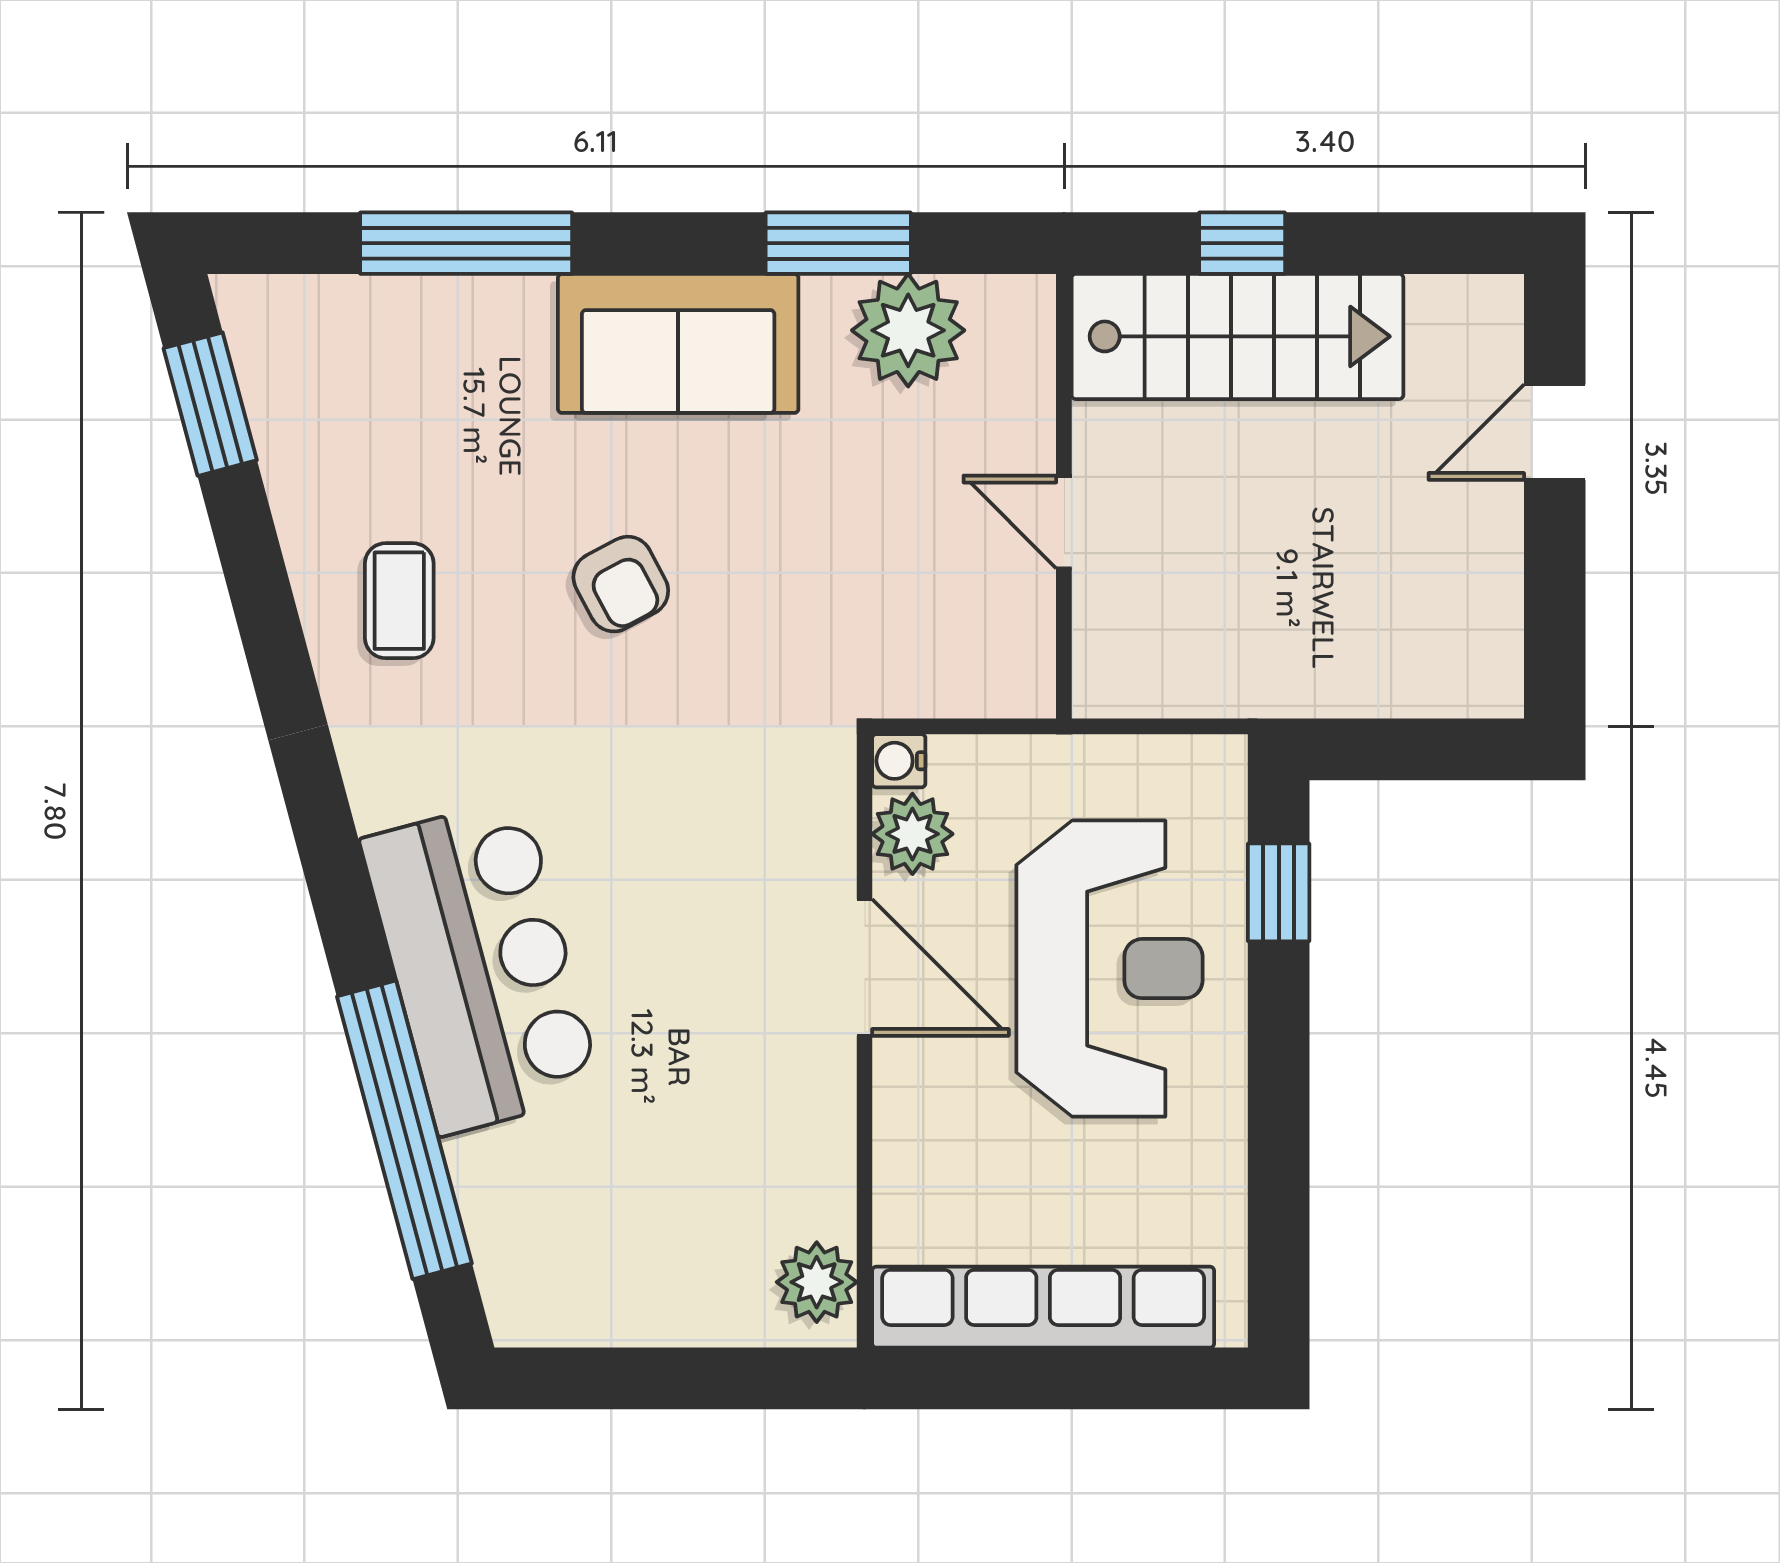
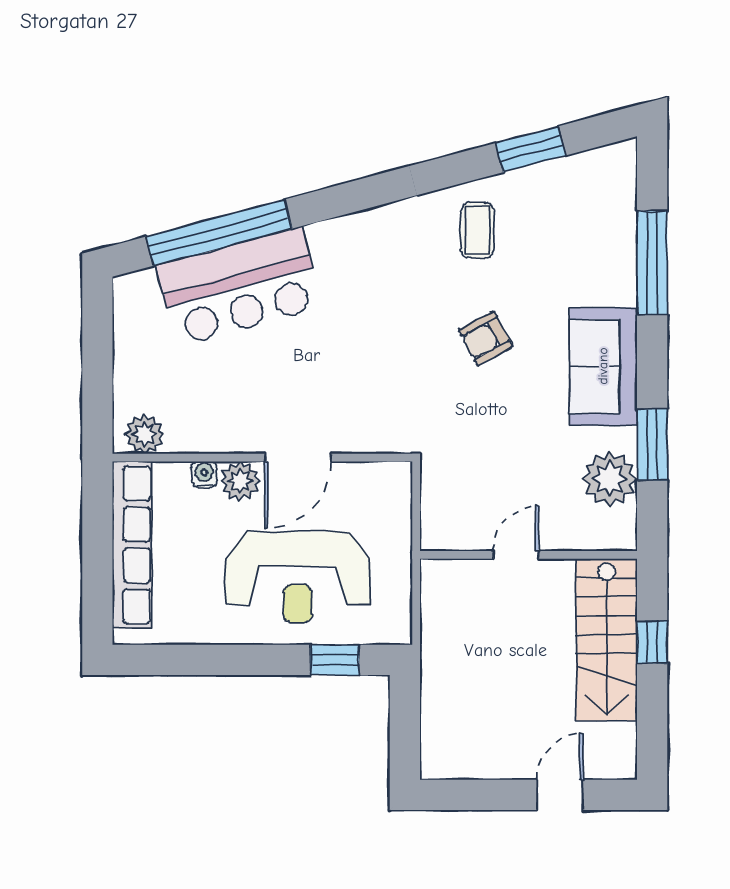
window: (210, 404) -> (531, 149), moved
door: (1555, 432) -> (560, 795), hinge flipped
coffee table: (399, 601) -> (477, 230), turned 90
water cooler: (899, 761) -> (204, 474), moved
plant: (912, 834) -> (240, 481), moved
bar counter: (481, 966) -> (240, 286), moved

